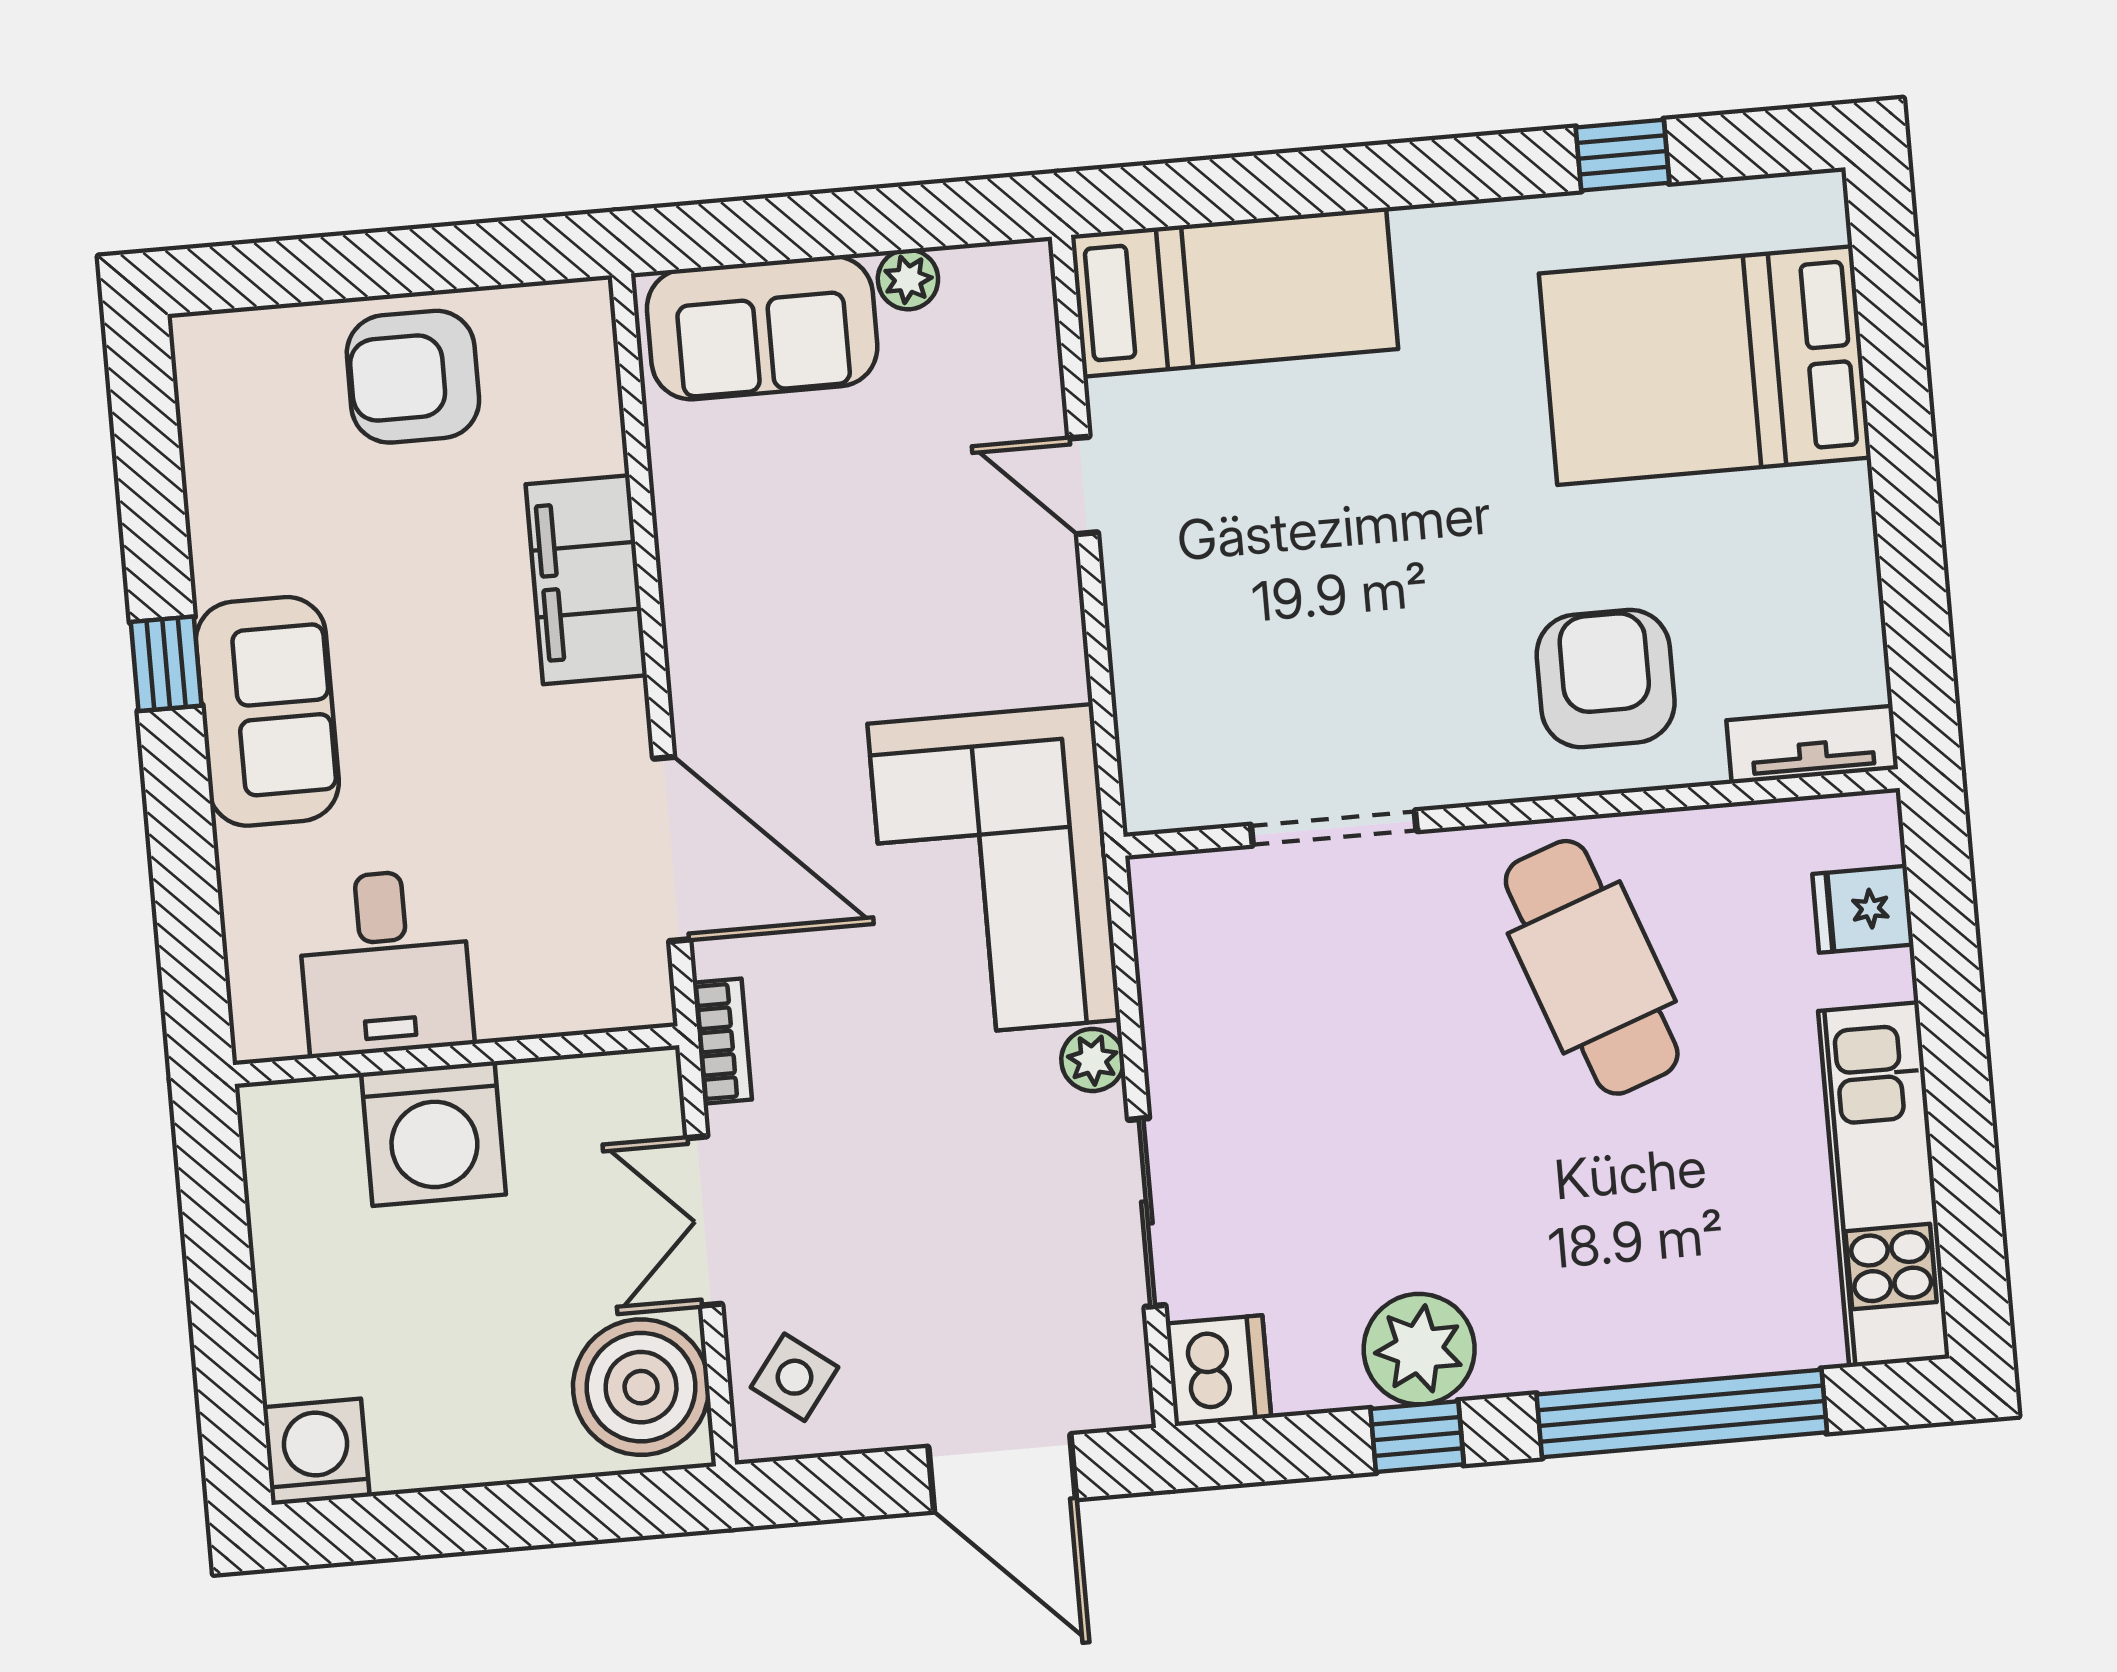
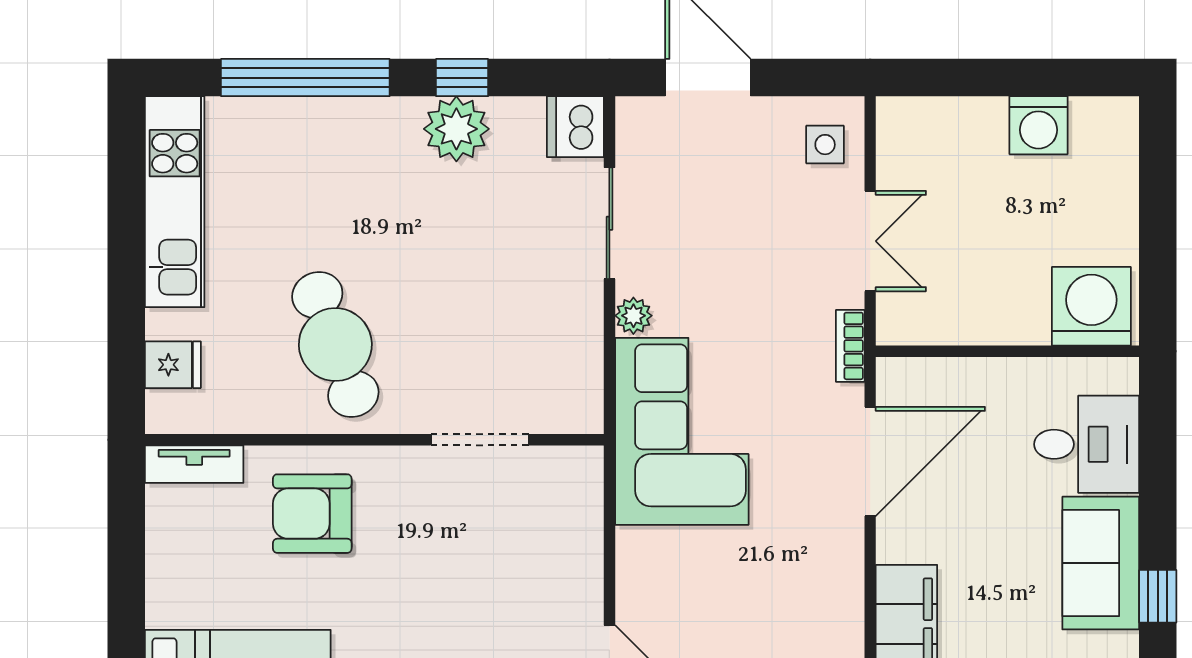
armchair: (1606, 679) -> (312, 514), turned 90
door: (672, 849) -> (870, 461), swing flipped
desk: (385, 963) -> (1087, 444), moved, turned 90
washing machine: (433, 1134) -> (1091, 306), moved
side table: (795, 1377) -> (825, 145), turned -37
boiler: (641, 1387) -> (916, 147), removed
washing machine: (316, 1452) -> (1038, 125), moved

